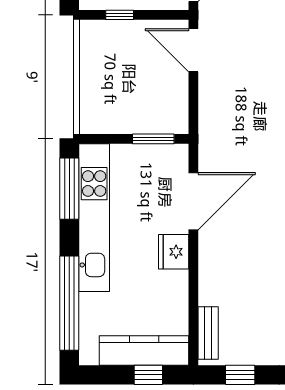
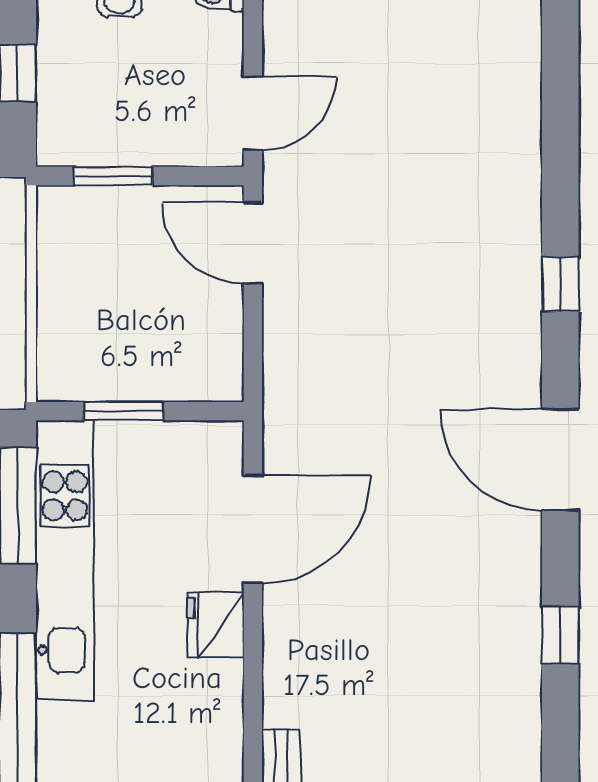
window: (120, 15) -> (113, 176), width x1.50
window: (153, 139) -> (123, 411), moved

